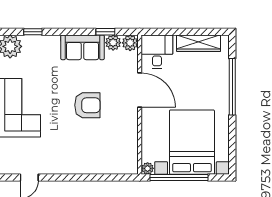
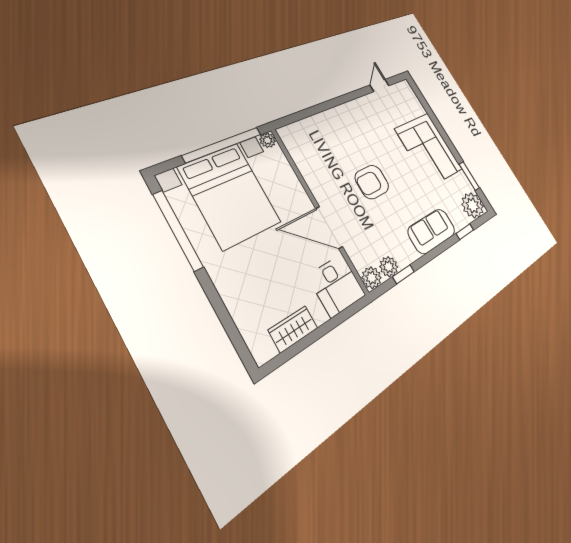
wardrobe: (199, 43) -> (293, 329), width x0.67
sofa: (83, 47) -> (432, 231), moved
window: (232, 87) -> (178, 231), moved

